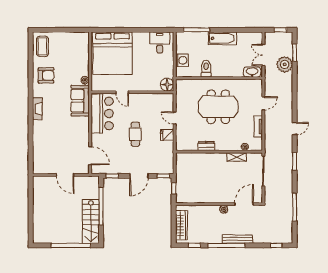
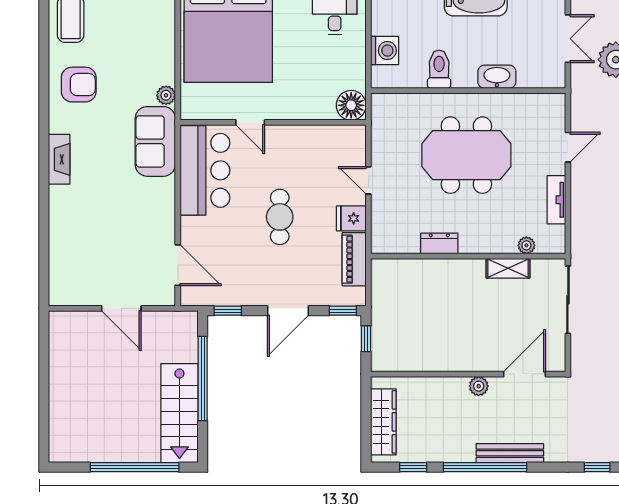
double door: (263, 55) -> (568, 39), swing flipped
washbasin: (252, 72) -> (497, 77), moved
piano: (168, 153) -> (354, 259), added

